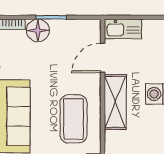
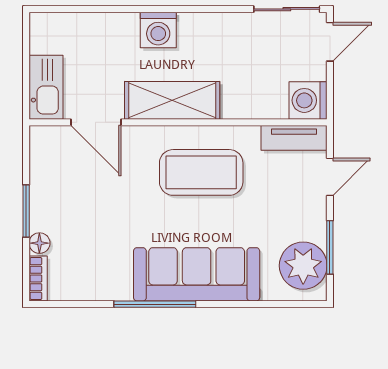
floor lamp: (38, 30) -> (39, 243), width x0.53, depth x0.53

